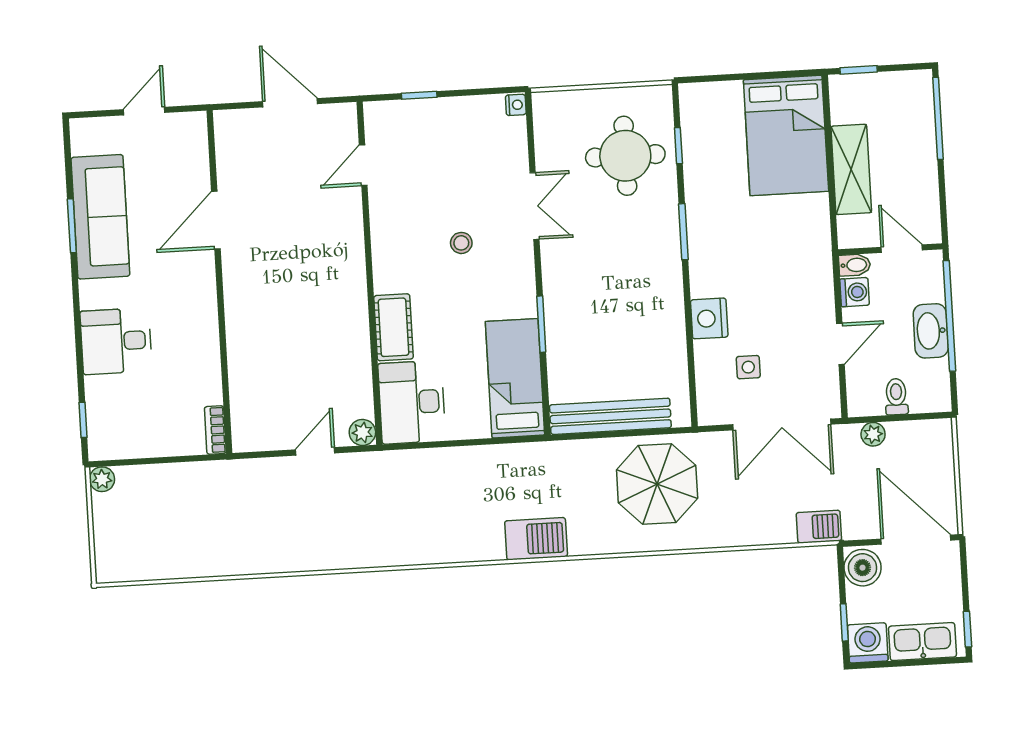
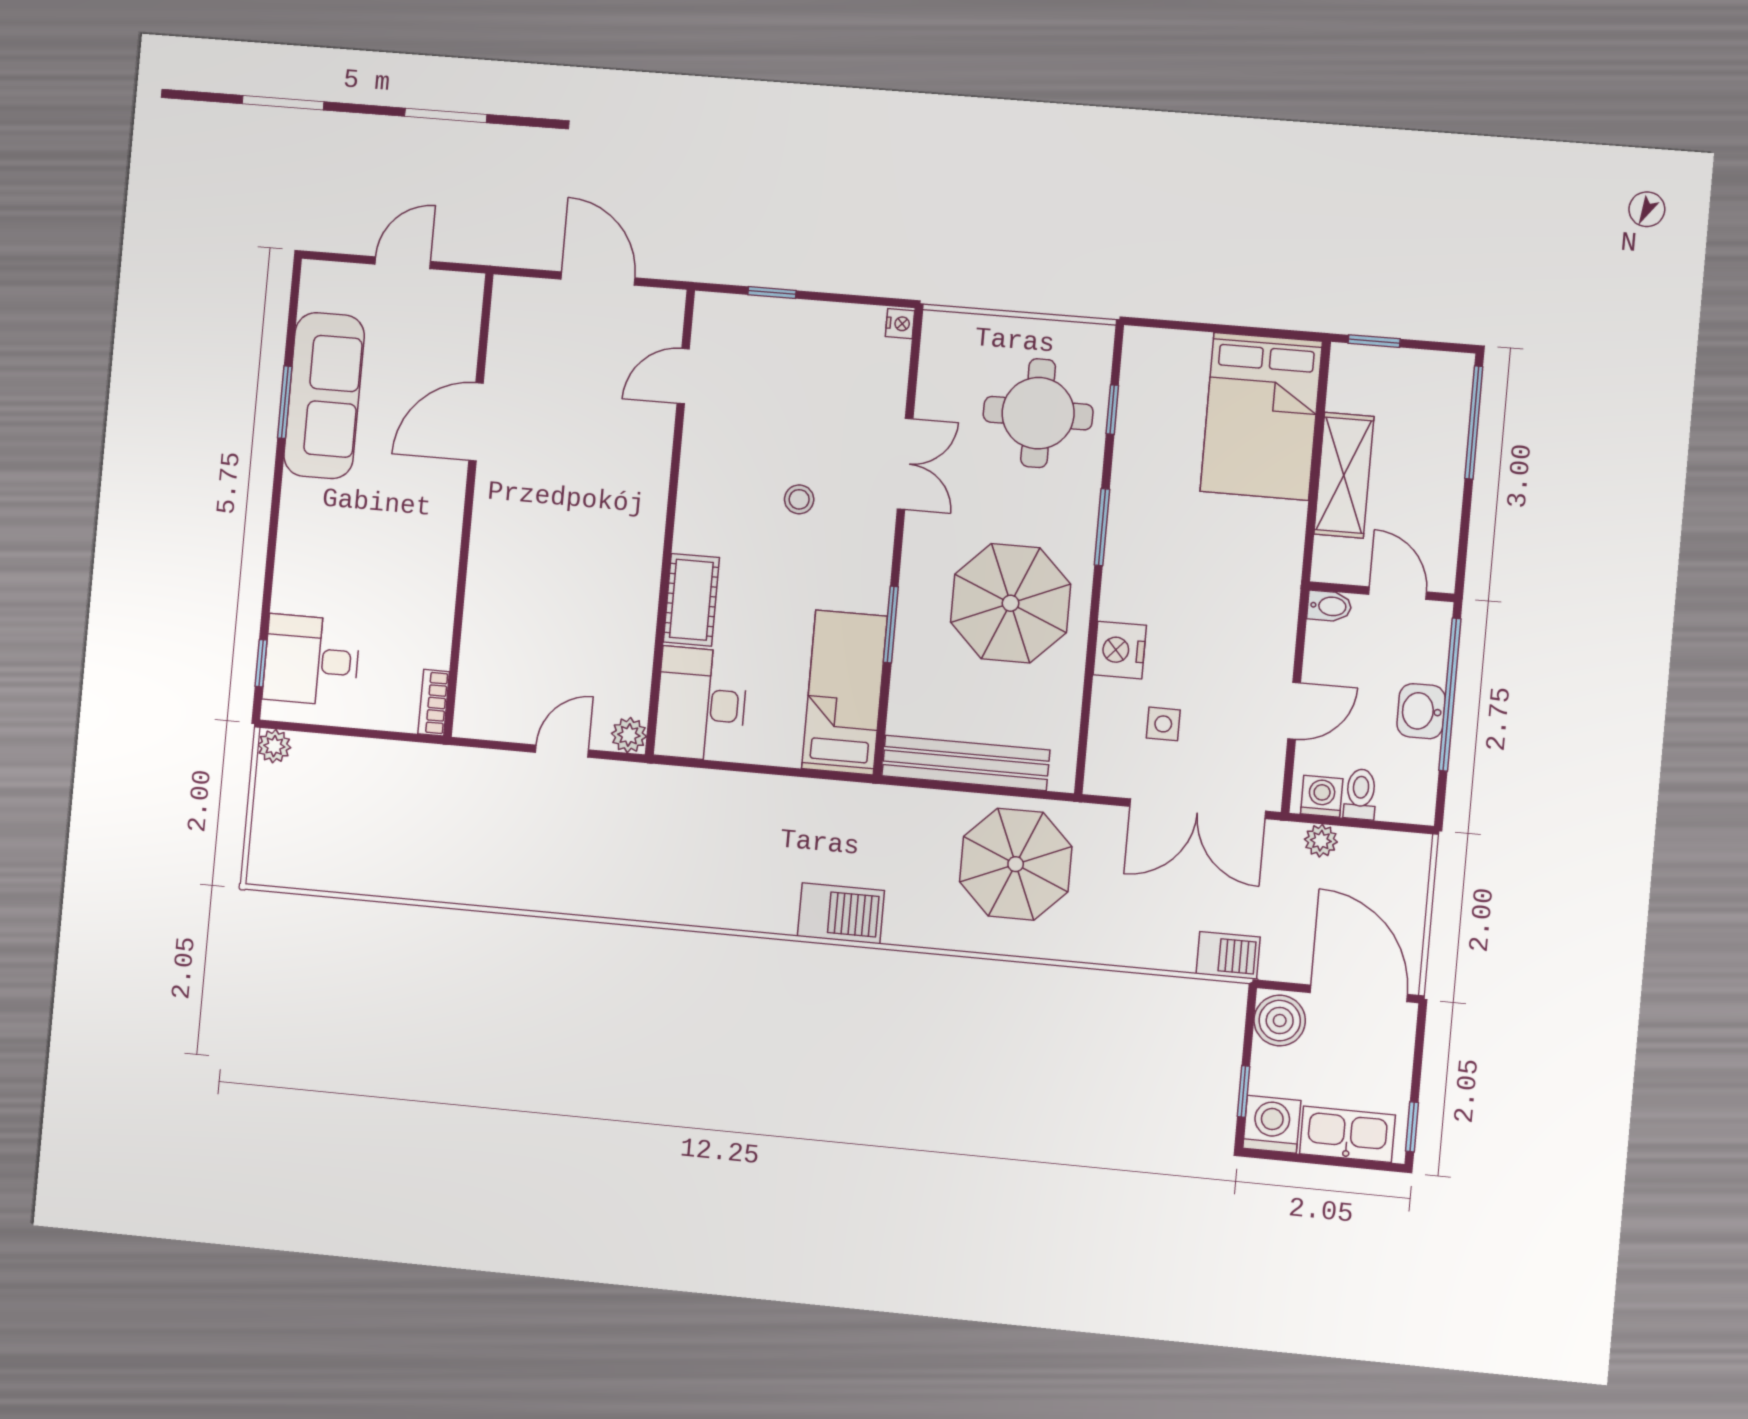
washing machine: (855, 292) -> (1322, 796), moved, turned -90
parasol: (626, 296) -> (1011, 603), added
washbasin: (931, 331) -> (1421, 711), width x0.72
desk: (116, 341) -> (311, 660), moved

